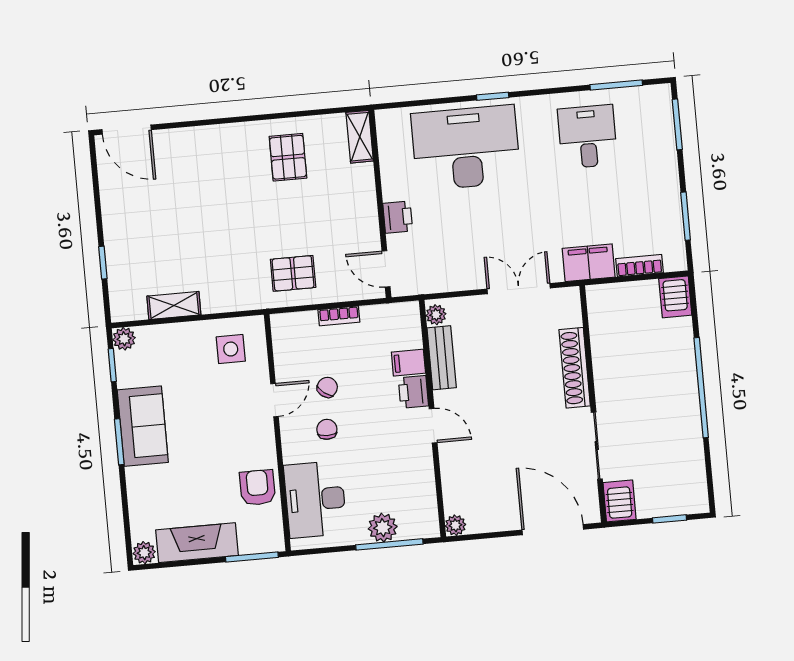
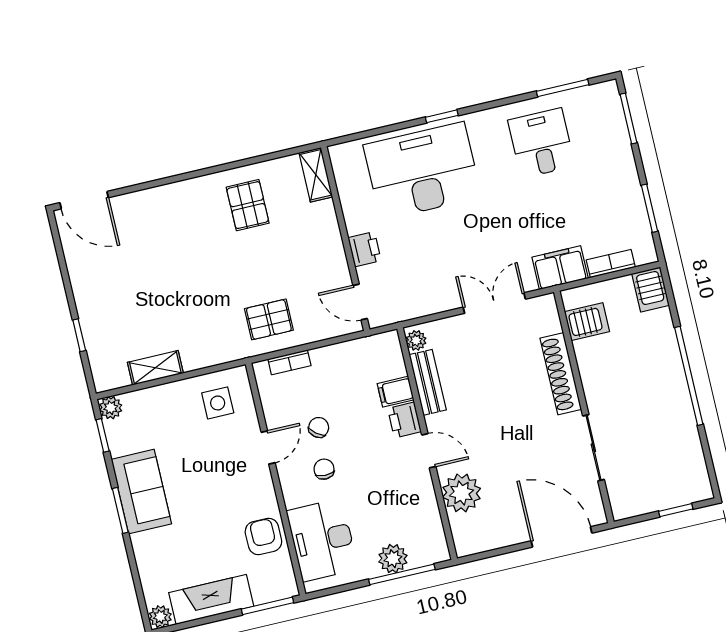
bookcase: (339, 316) -> (289, 362), moved
server rack: (619, 501) -> (587, 322), moved, turned 90
plant: (455, 525) -> (462, 493), moved, width x1.88, depth x1.88

